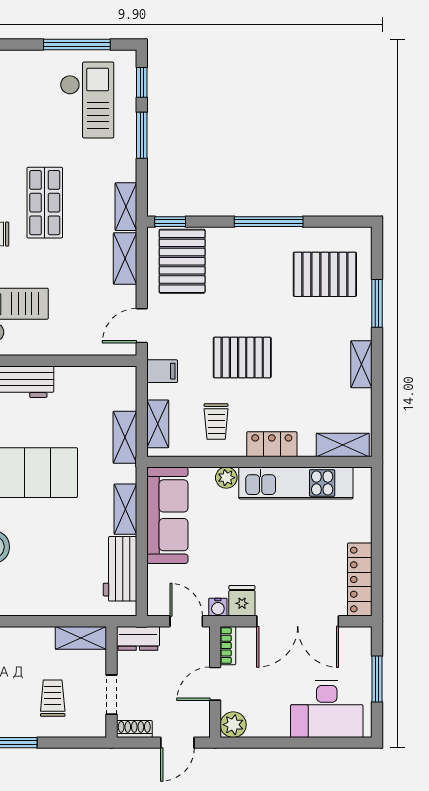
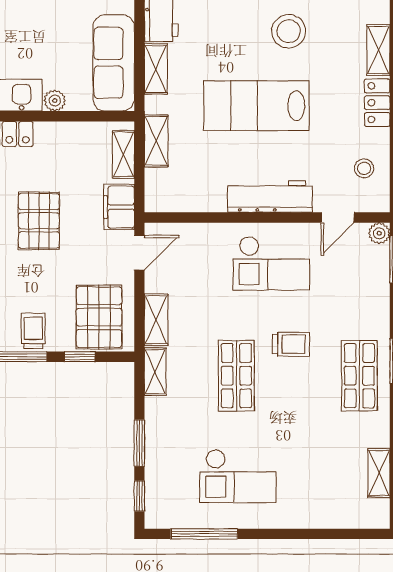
checkout: (87, 100) -> (238, 476), moved, turned -90
window: (170, 222) -> (80, 357), moved
pallet: (242, 357) -> (39, 221), turned 90
filing cabinet: (162, 371) -> (119, 207), width x2.00
trolley: (216, 422) -> (33, 331), moved

